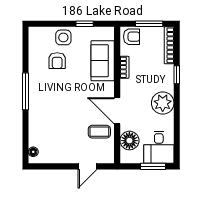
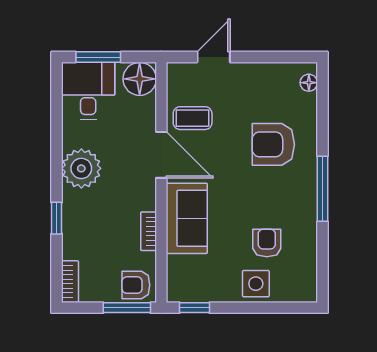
window: (85, 24) -> (195, 308), moved
window: (149, 24) -> (127, 308), moved
bookcase: (169, 45) -> (70, 282), width x0.64
sofa: (103, 61) -> (187, 218), moved
armchair: (53, 117) -> (273, 144), added
floor lamp: (129, 141) -> (140, 79), moved

